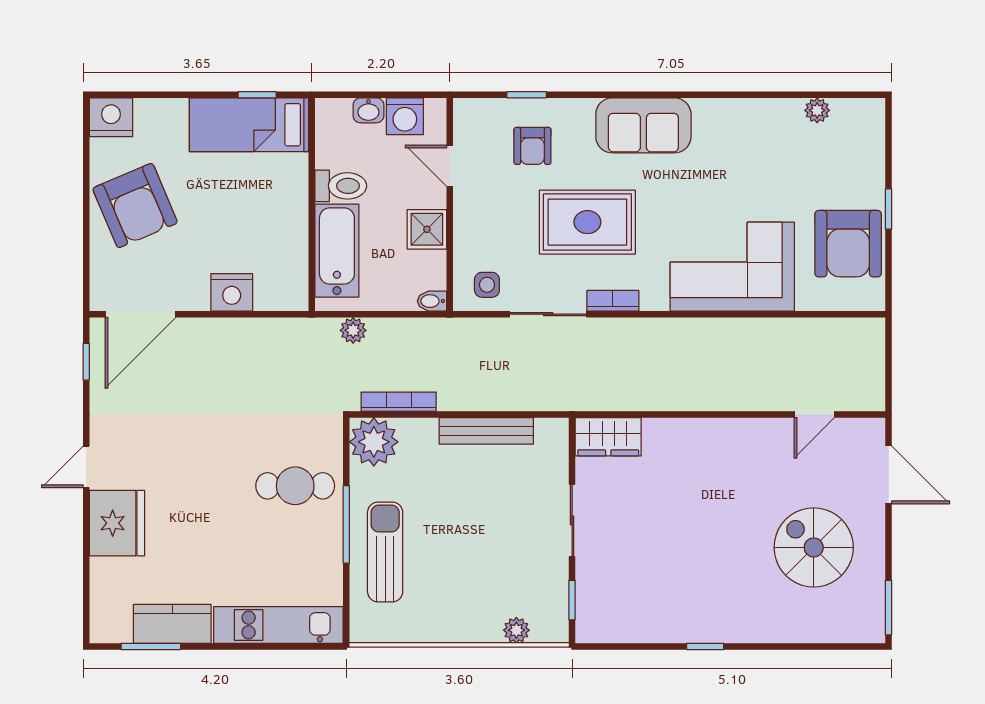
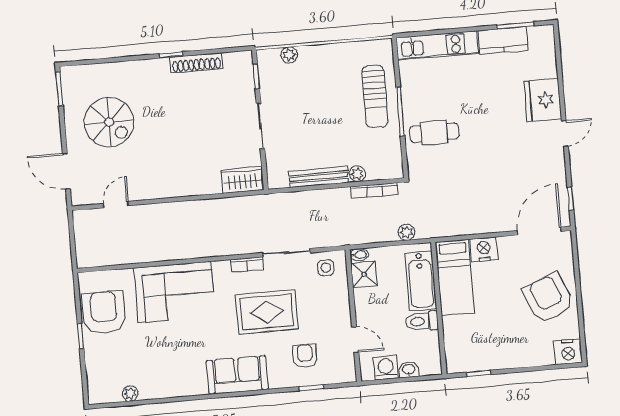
bed: (249, 125) -> (455, 278), moved, turned 90
shower: (427, 229) -> (364, 274), moved
plant: (374, 442) -> (357, 174), moved, width x0.53, depth x0.53
shoe rack: (666, 630) -> (196, 63), added

